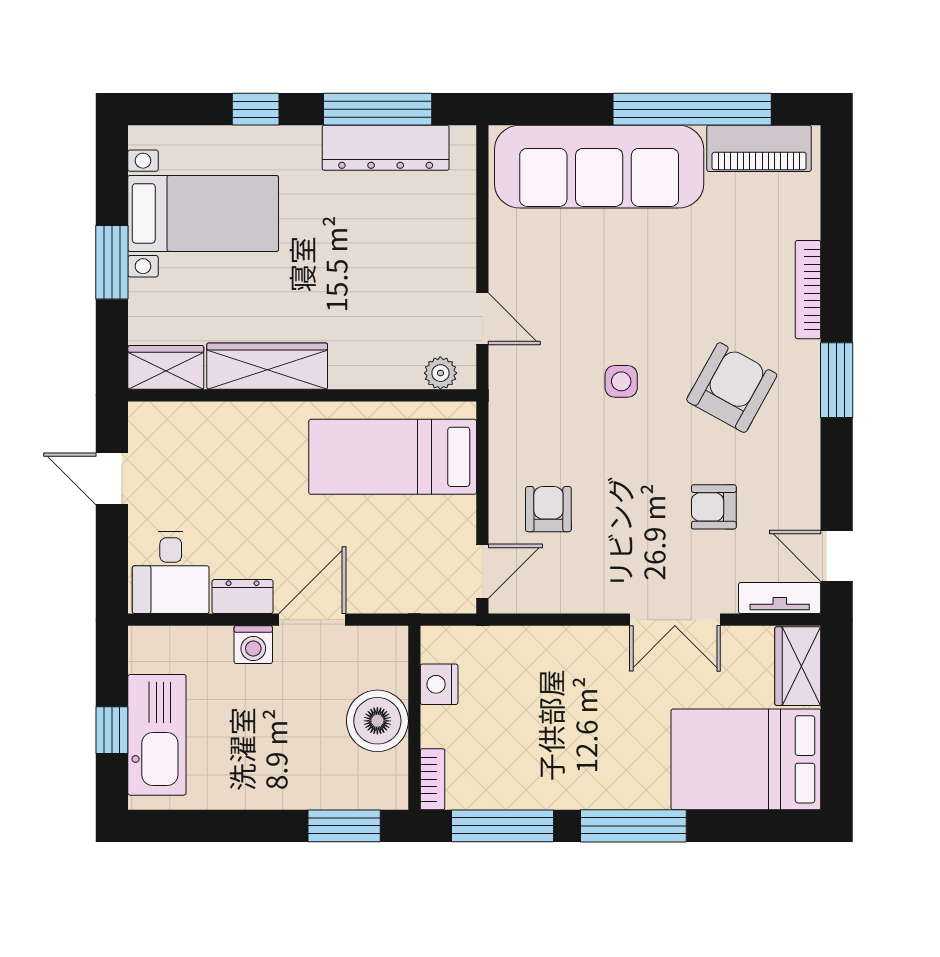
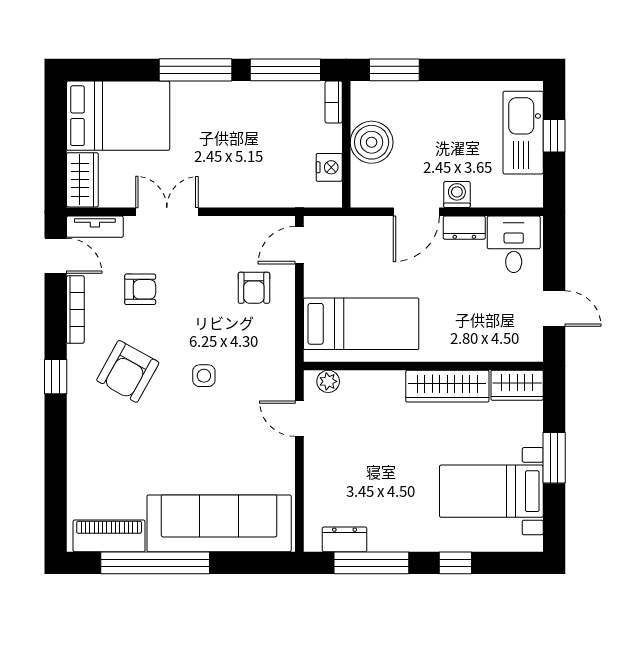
dresser: (386, 148) -> (345, 539), width x0.51, depth x0.80
bookcase: (808, 290) -> (75, 310), moved
window: (837, 380) -> (56, 377), width x0.67

